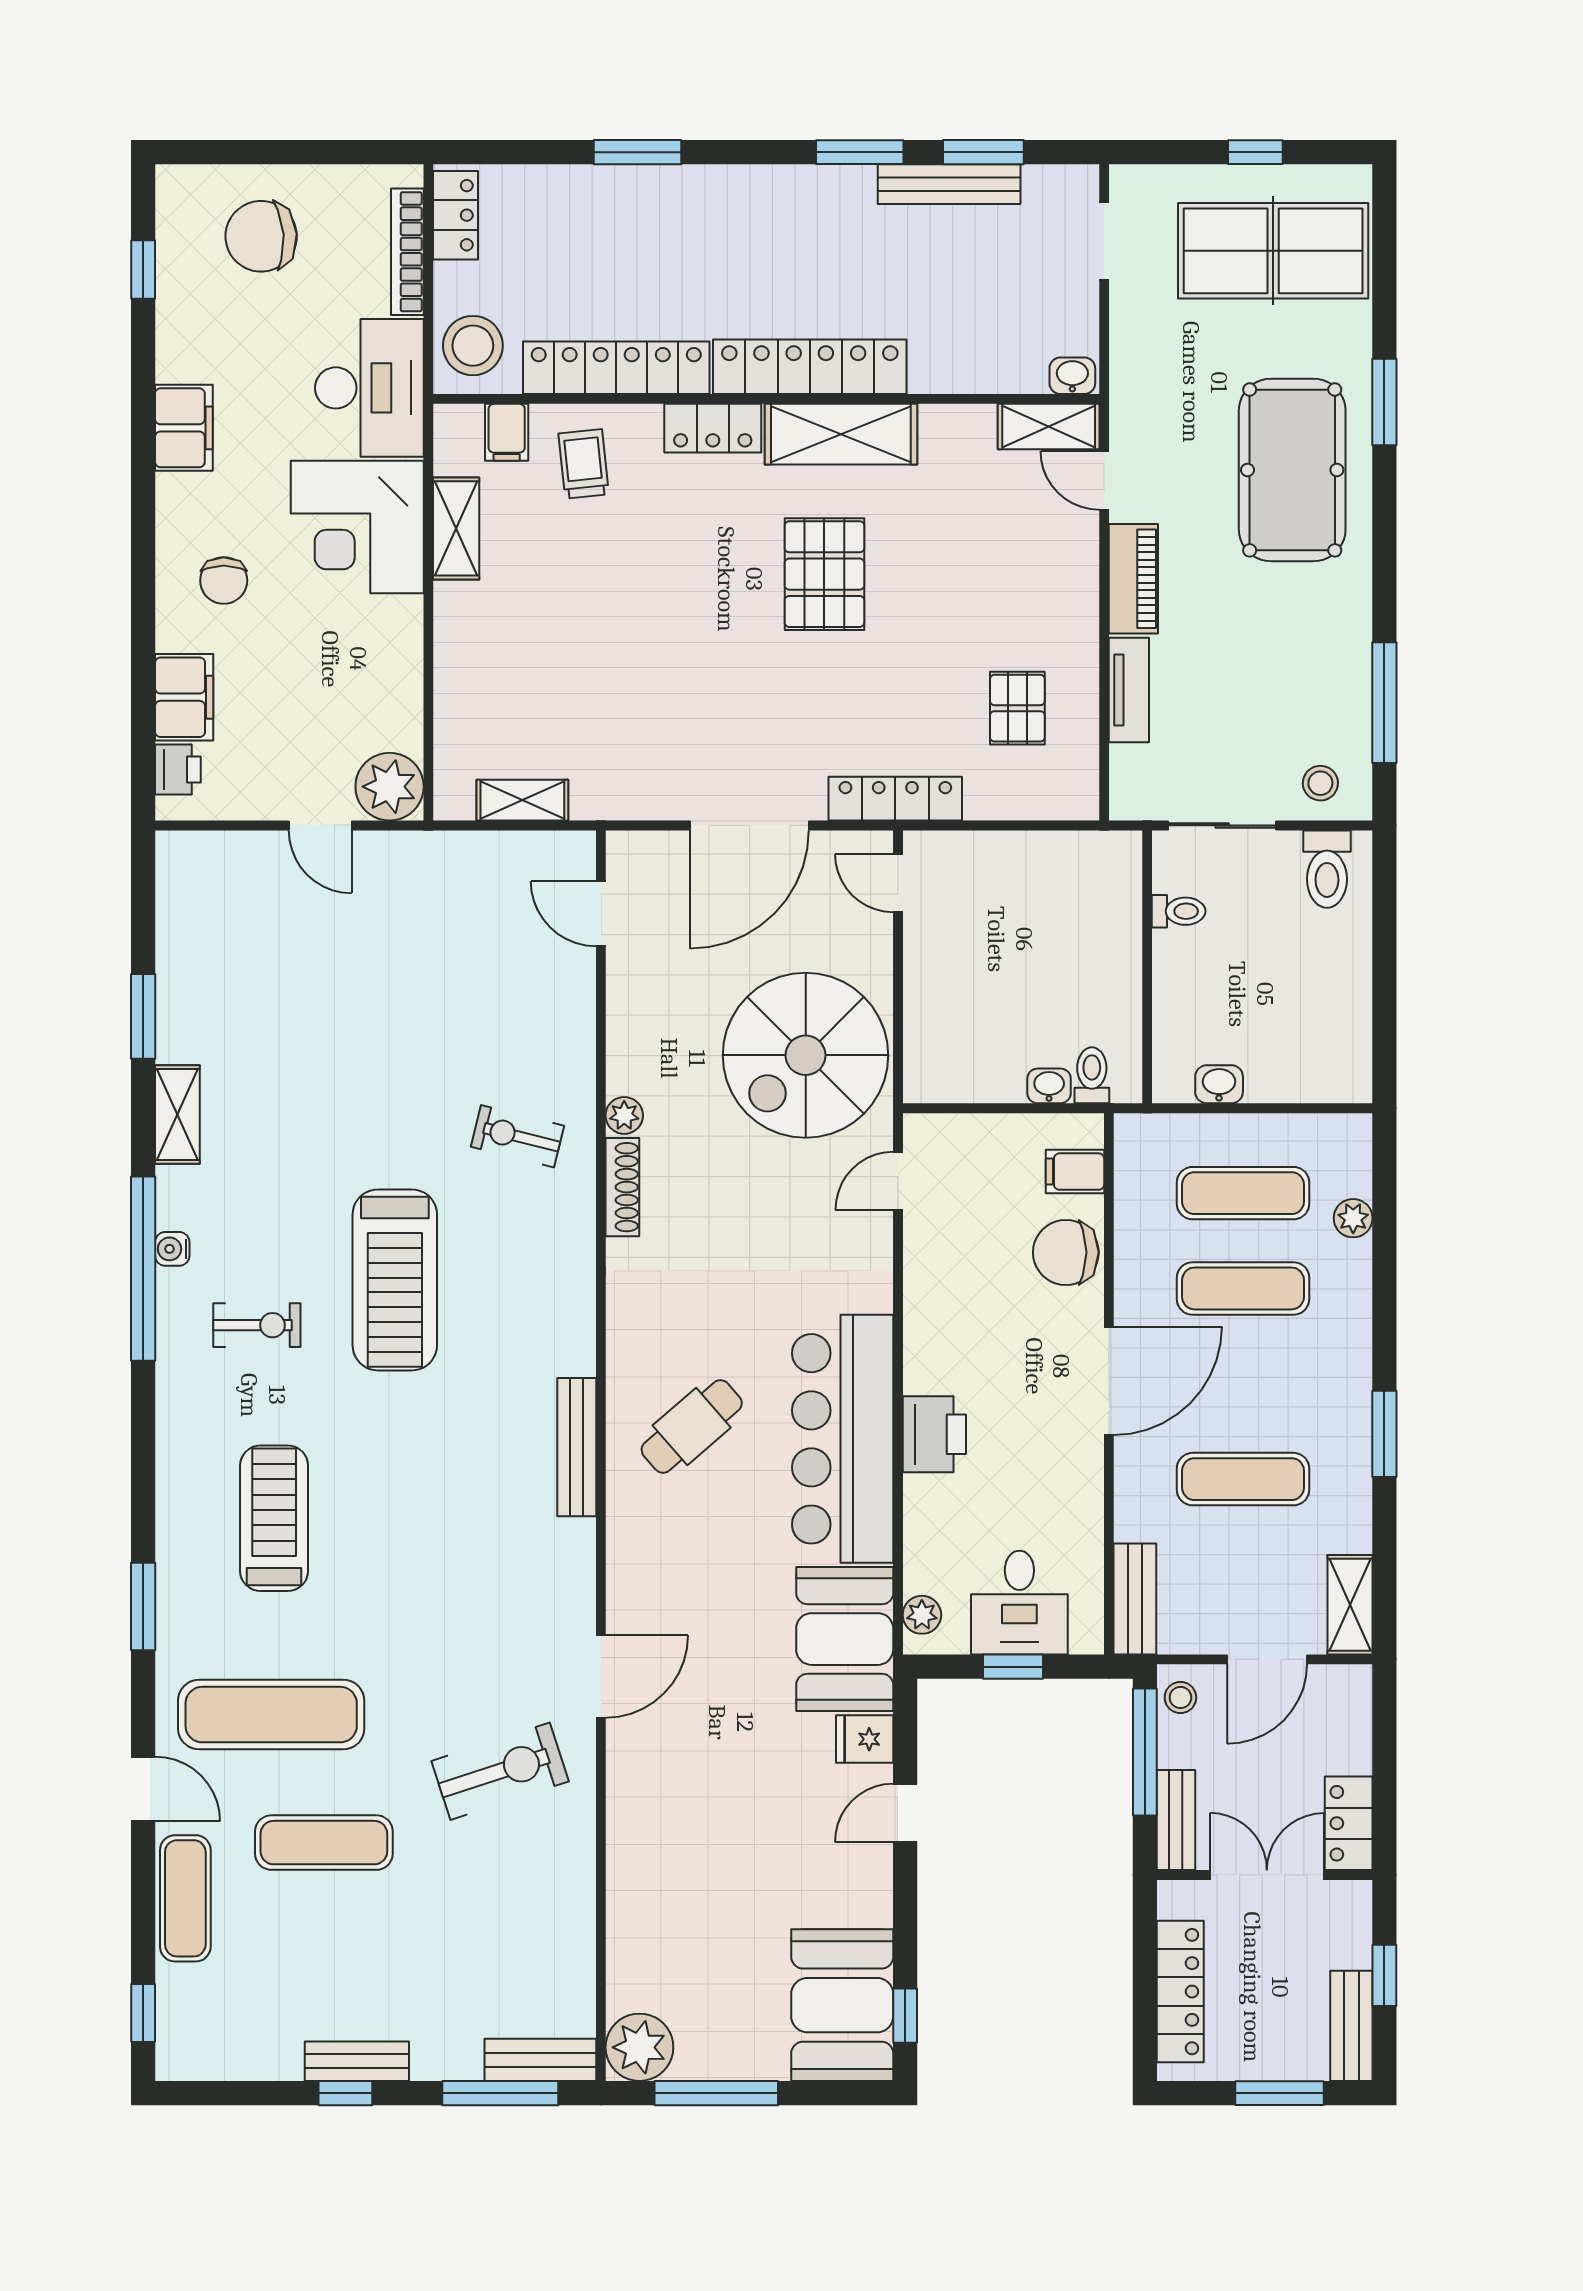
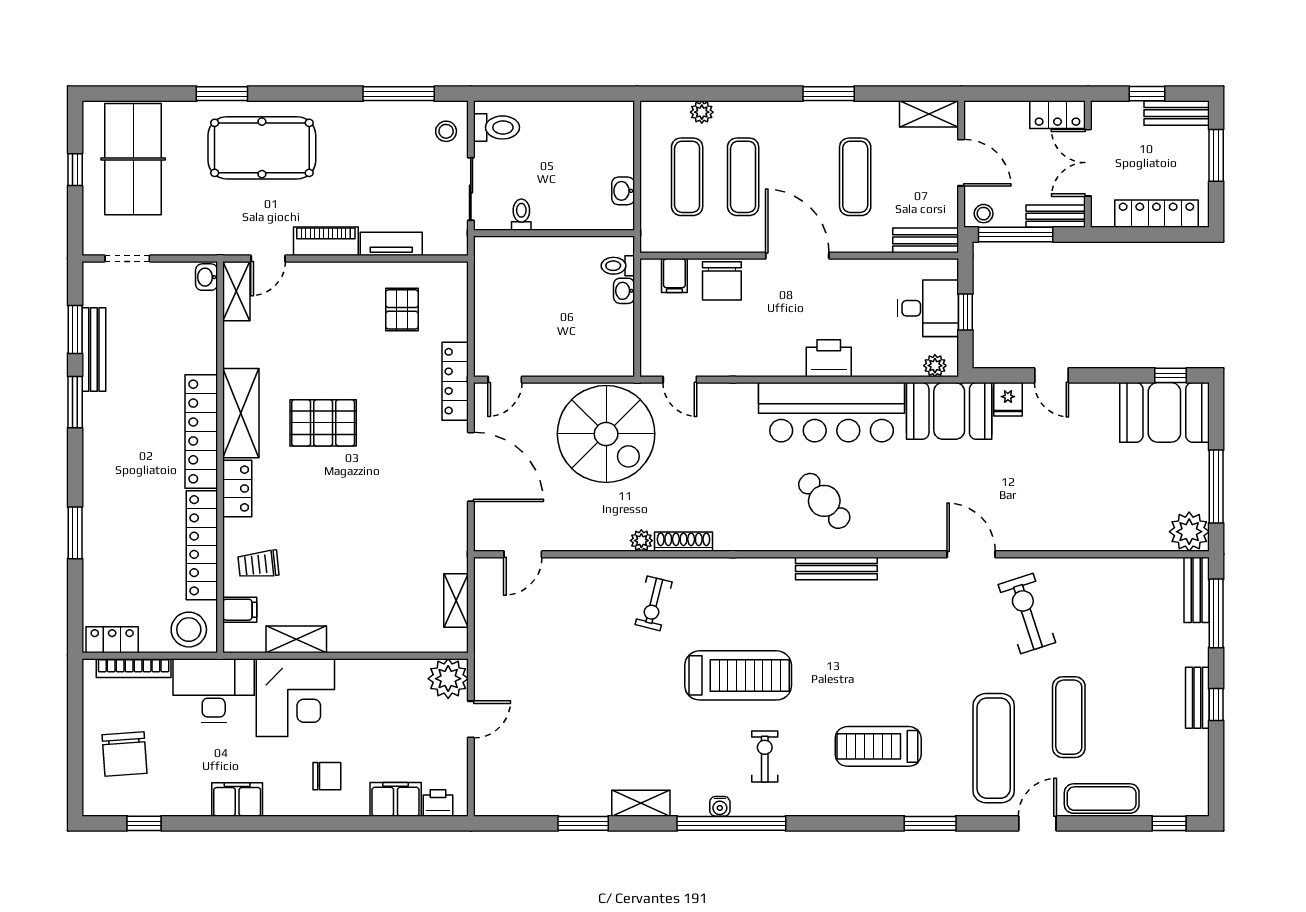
pallet: (1017, 708) -> (402, 309), turned 90

